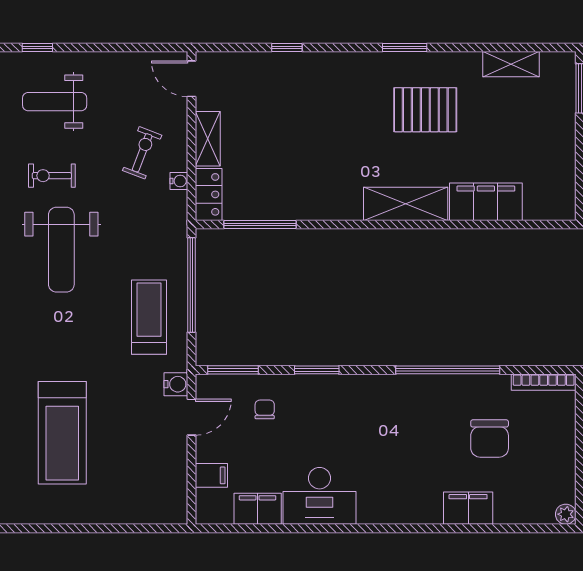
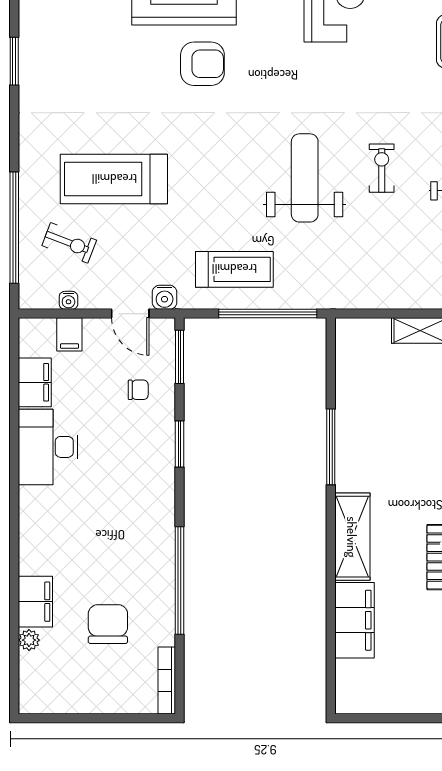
exercise bike: (142, 153) -> (69, 243), moved
water cooler: (179, 181) -> (68, 300), moved
locker: (209, 194) -> (362, 331), removed
window: (260, 225) -> (331, 447), moved
weight bench: (61, 250) -> (305, 178), turned 90
chair: (490, 438) -> (108, 624), turned 90
plant: (566, 514) -> (29, 640), moved
window: (109, 528) -> (14, 228), added

